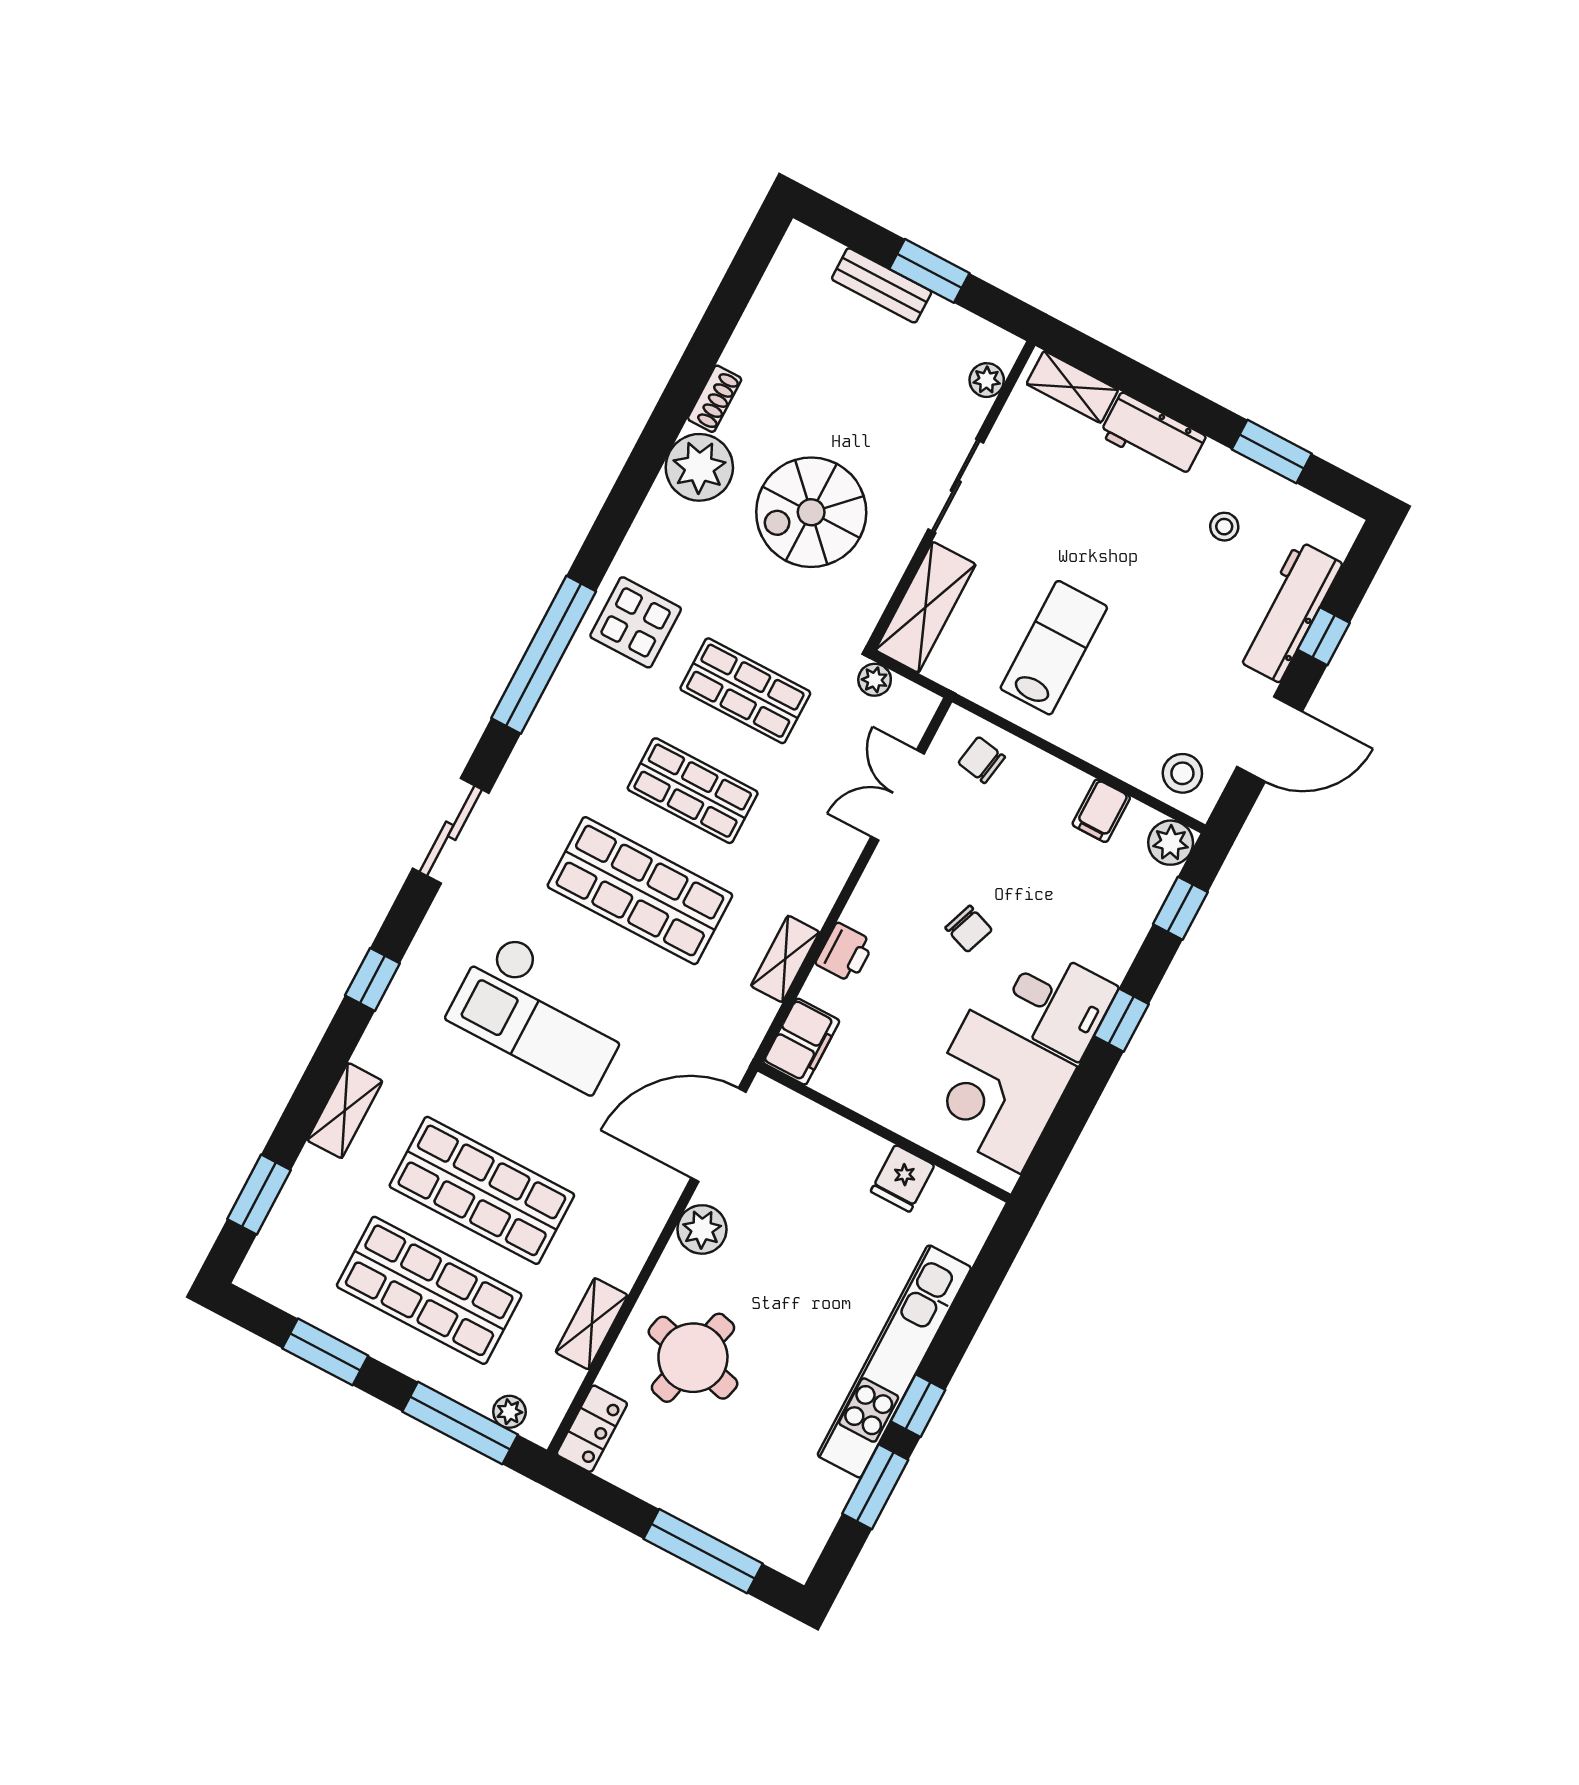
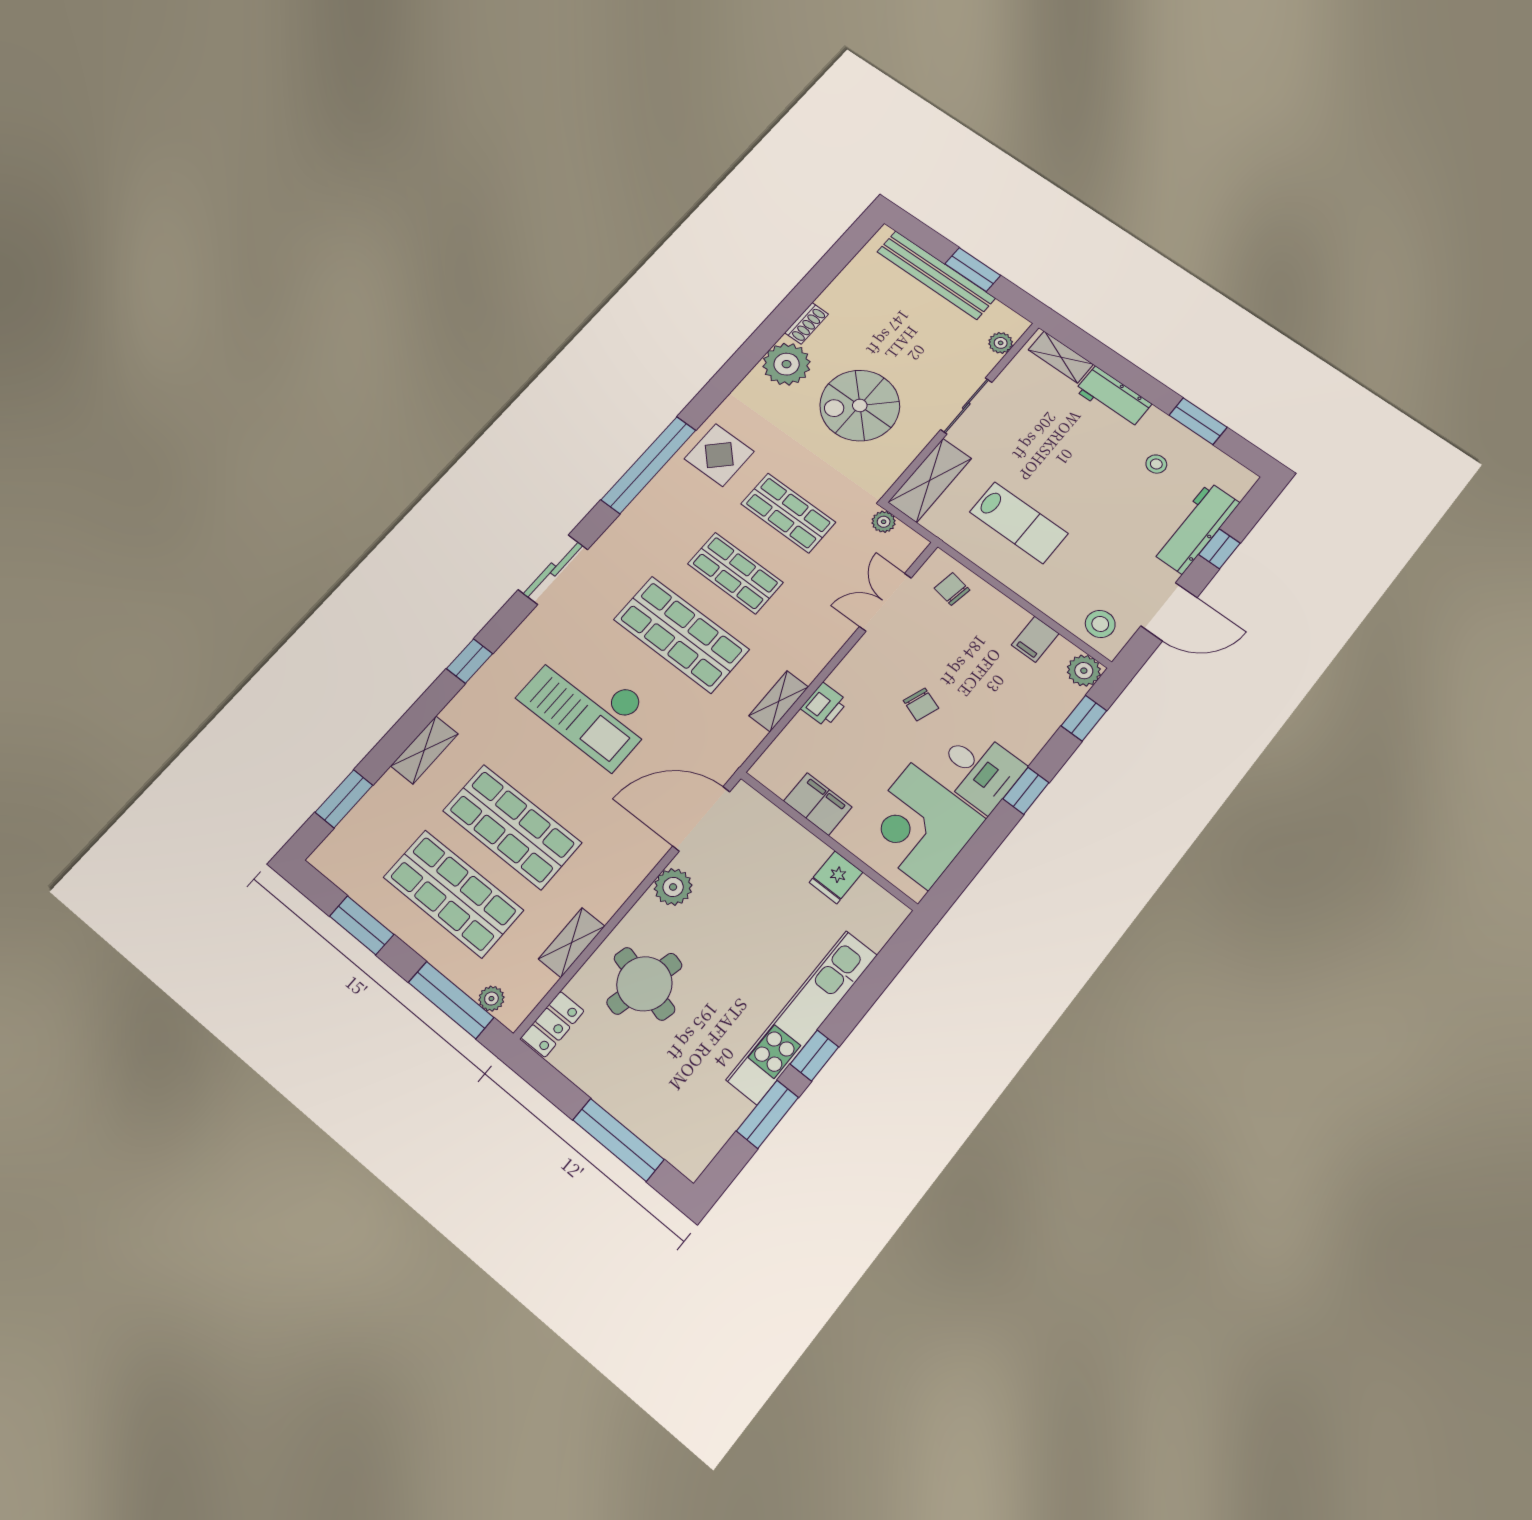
bench: (882, 285) -> (936, 275), width x1.86, depth x1.21
lab bench: (1054, 648) -> (1019, 523), turned 90
filing cabinet: (801, 1042) -> (818, 804), moved, turned -90

